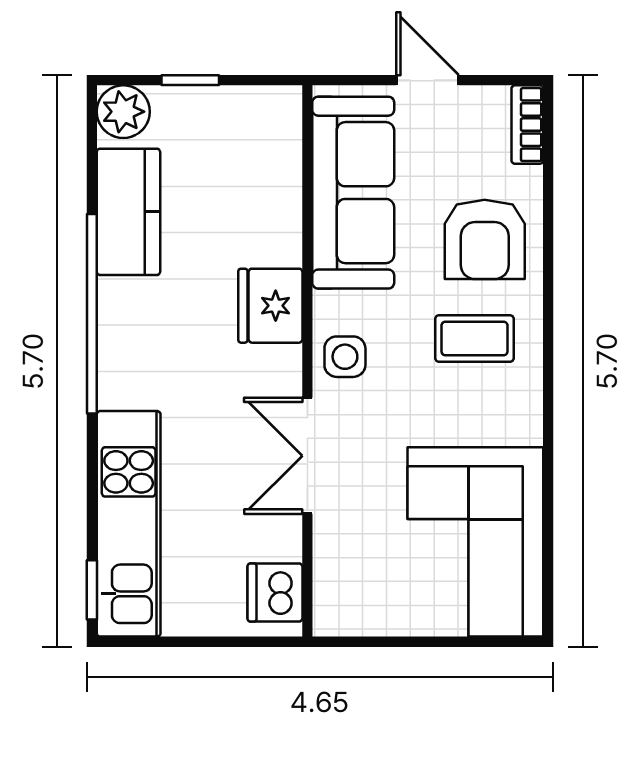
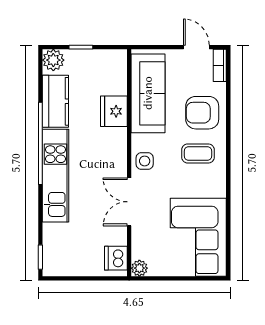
door: (427, 80) -> (196, 47), moved
armchair: (485, 239) -> (202, 113), turned 90
fridge: (270, 306) -> (114, 111), moved
kitchen unit: (129, 524) -> (56, 176), moved
plant: (332, 617) -> (139, 268), added

